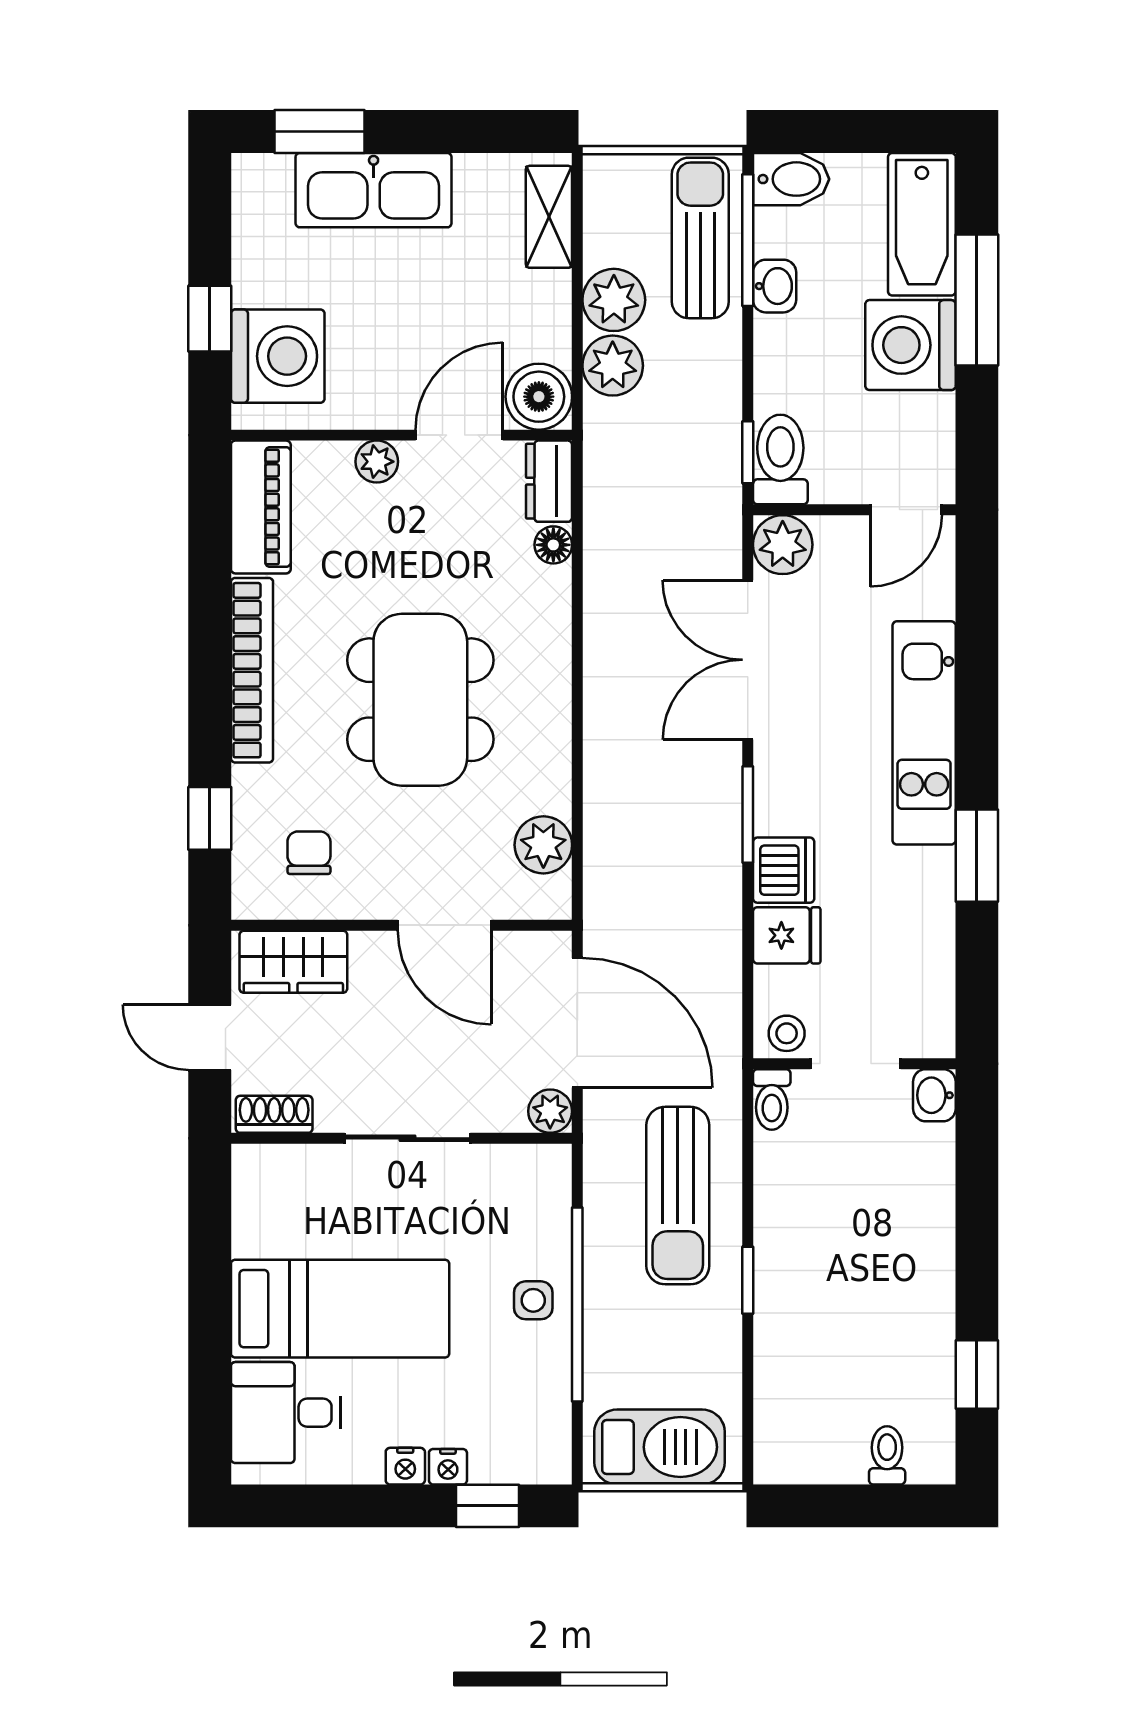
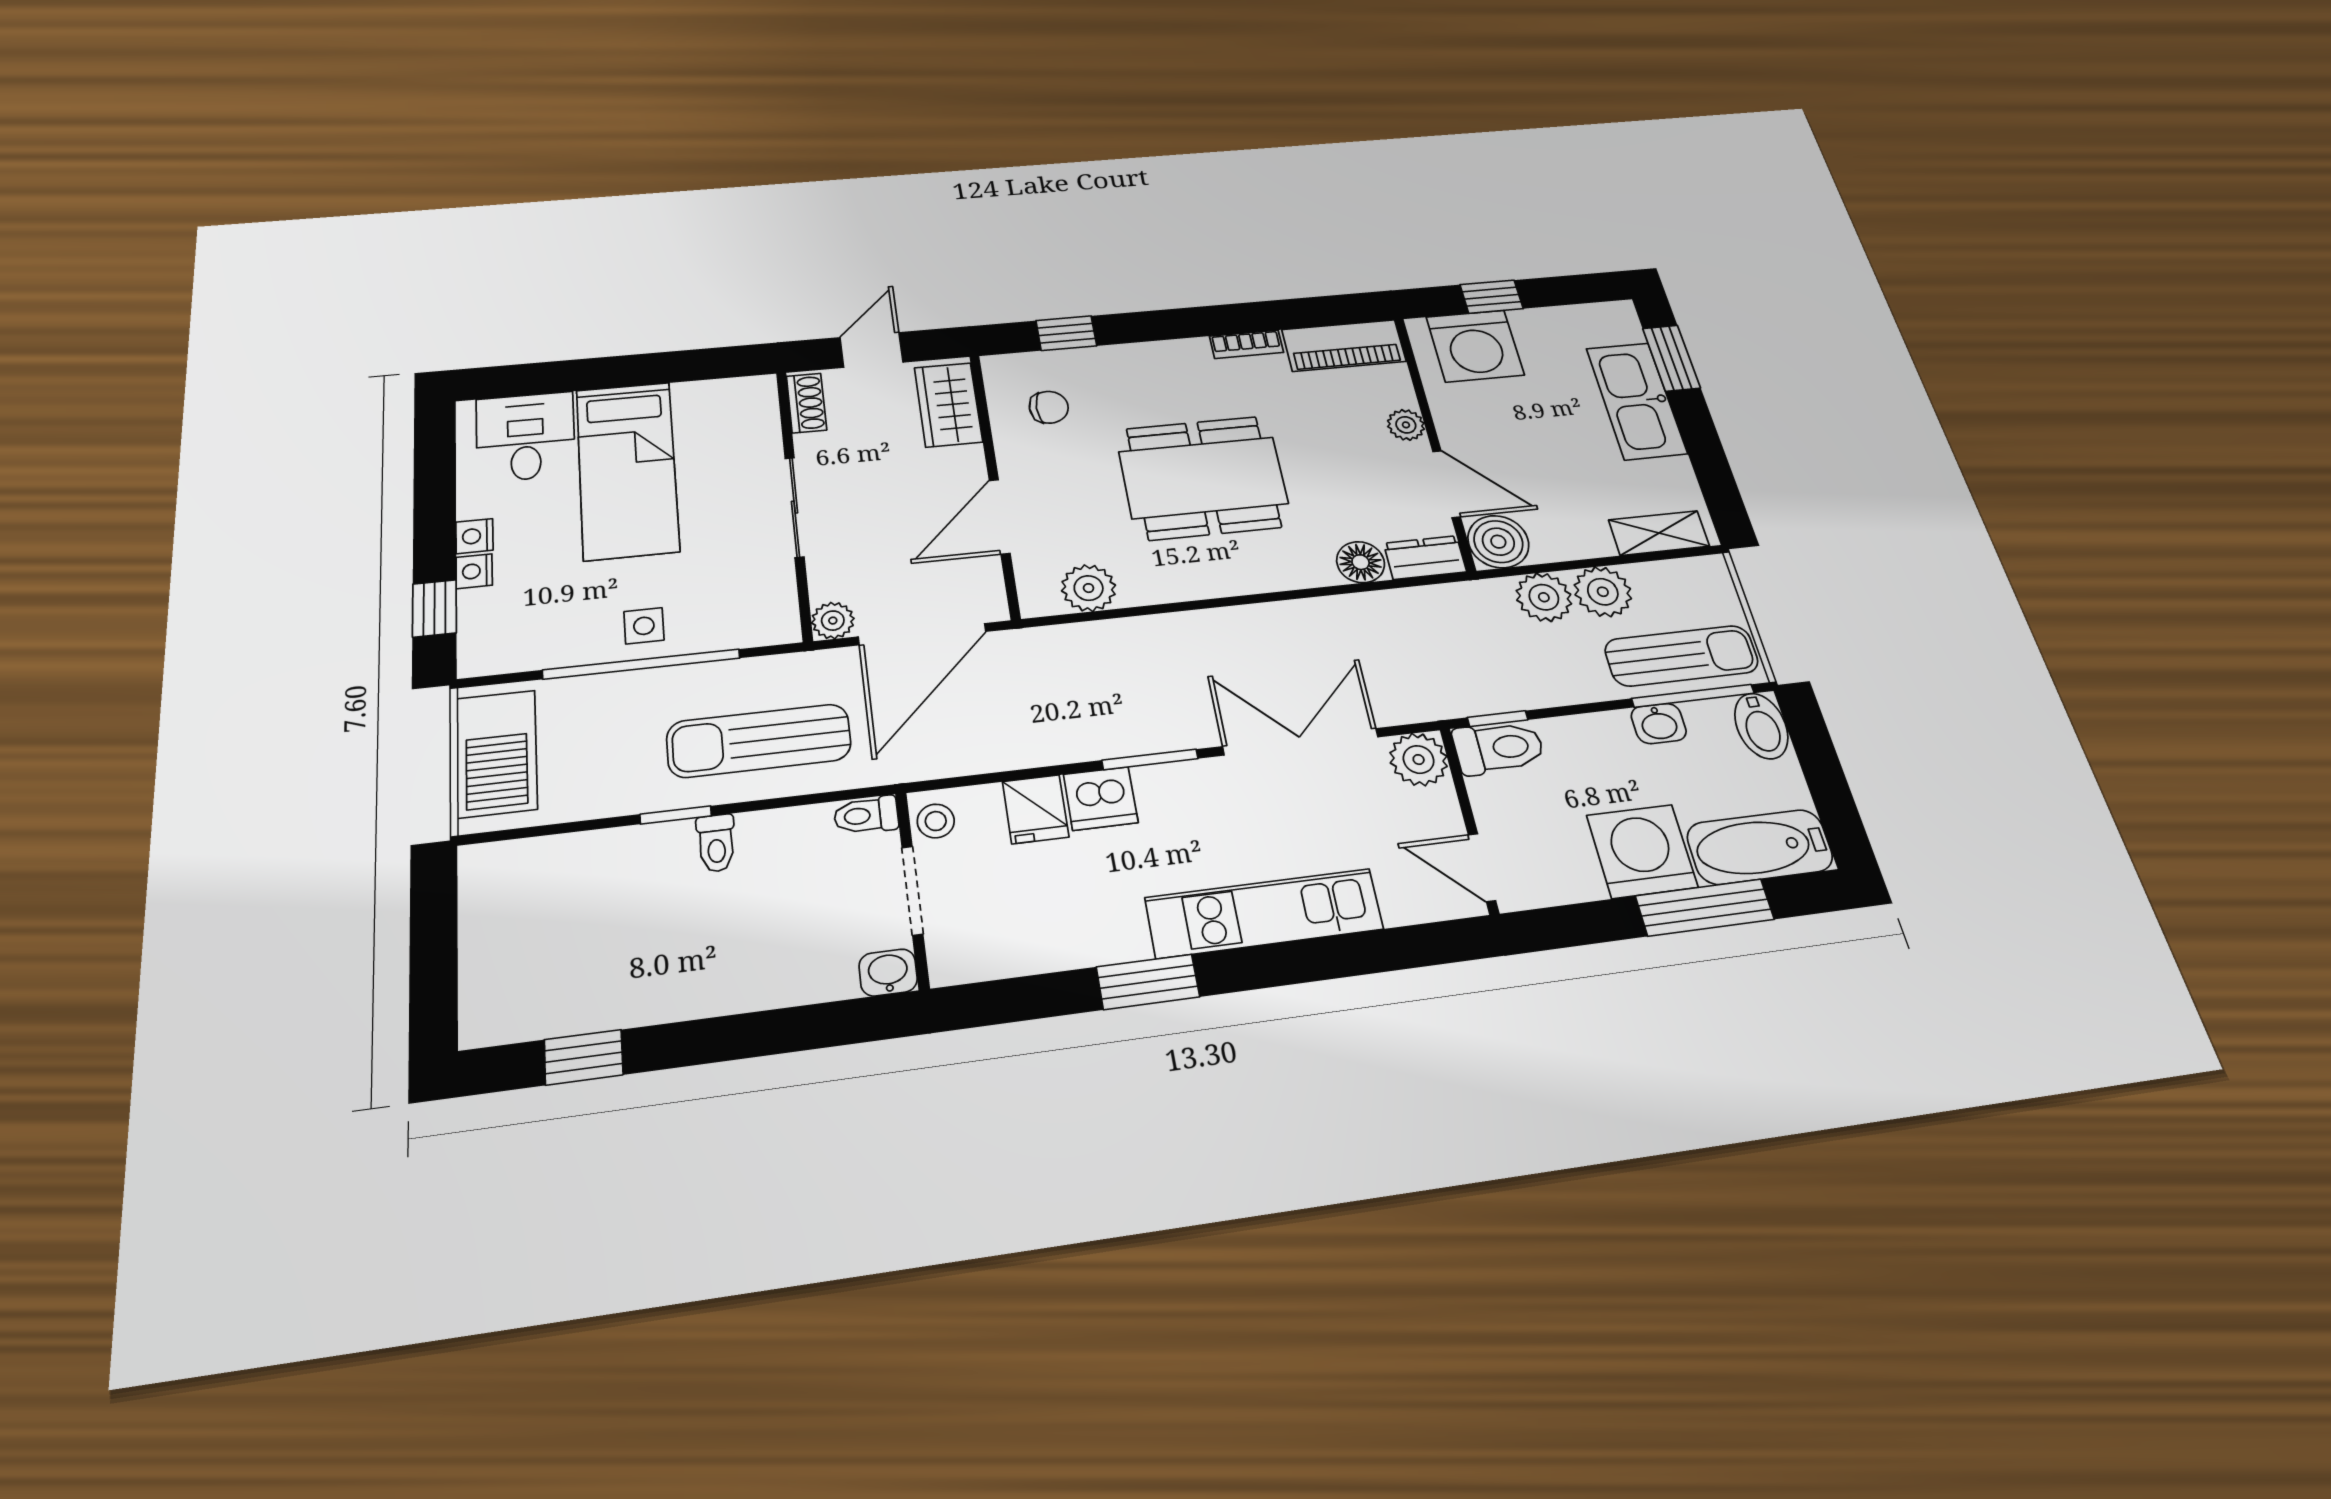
floor lamp: (553, 545) -> (1361, 562), width x1.37, depth x1.37
bookcase: (252, 670) -> (1246, 344), width x0.43, depth x0.76
toilet: (887, 1455) -> (716, 843), moved, turned 90

